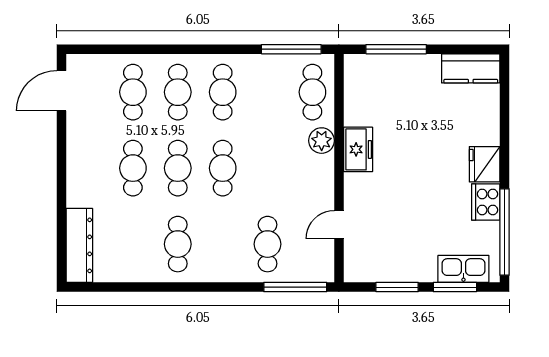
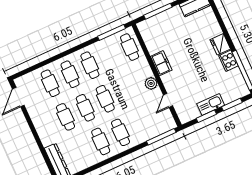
plant: (322, 141) -> (151, 83), moved
cafe table: (268, 244) -> (121, 132), moved
kitchen sink: (463, 269) -> (211, 105), moved

